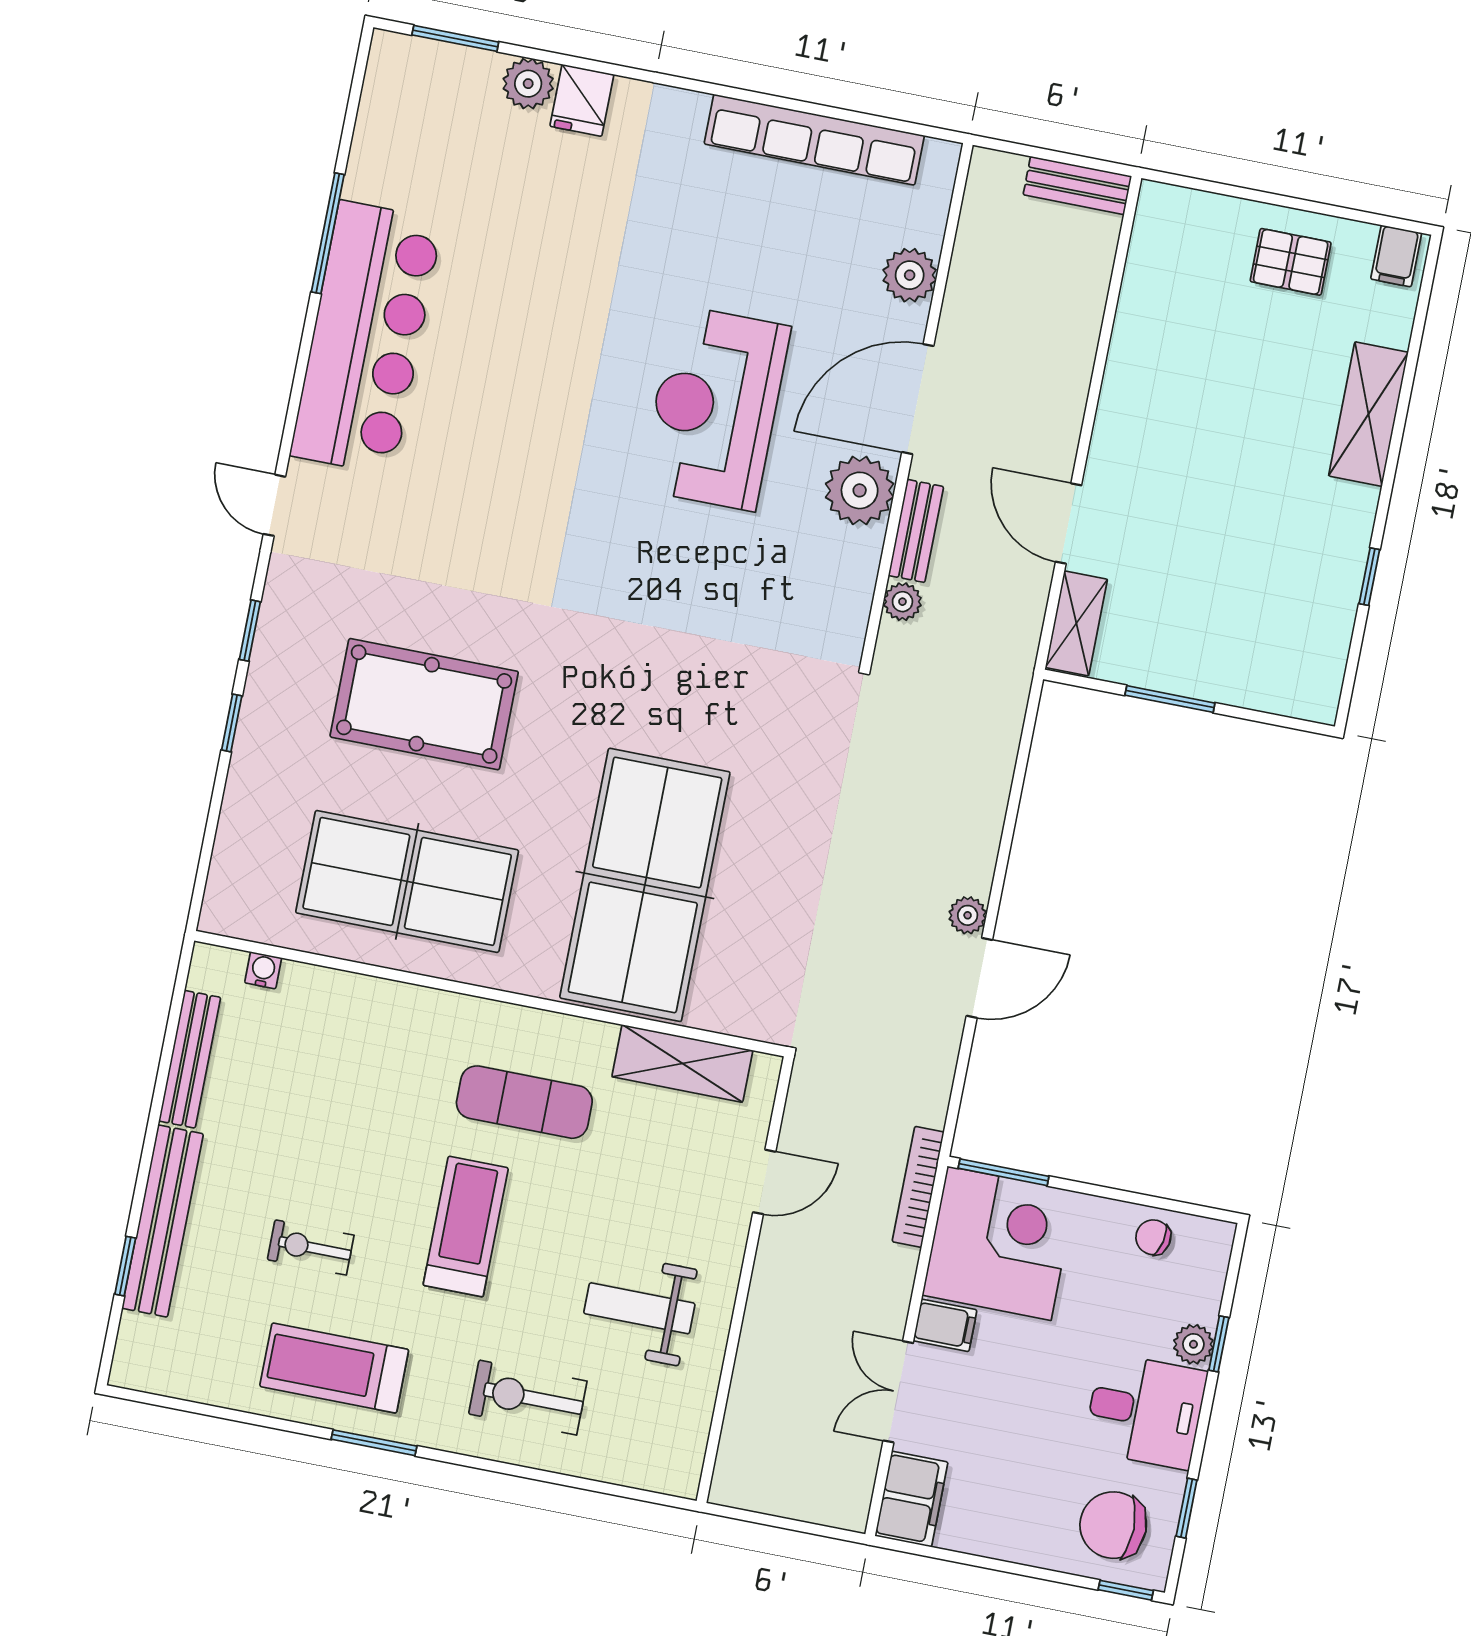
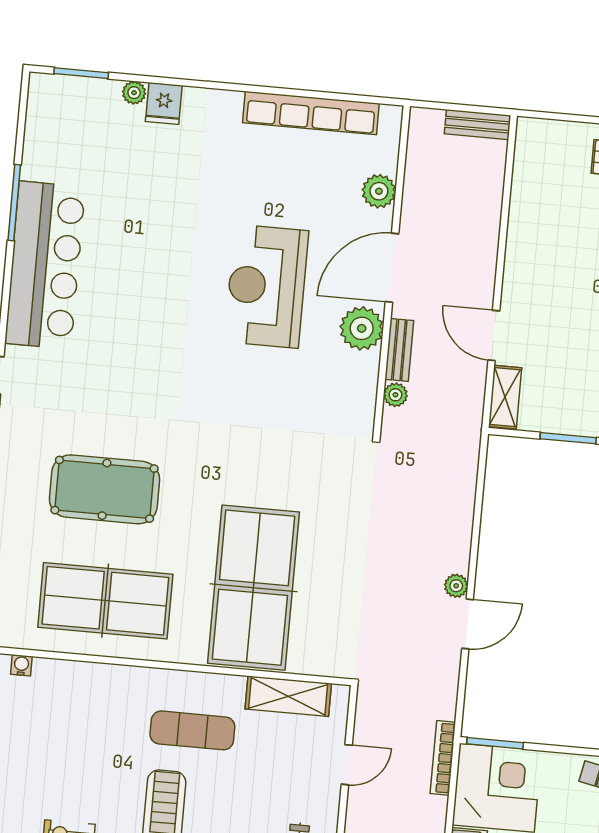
plant: (528, 84) -> (134, 93), width x0.73, depth x0.73

